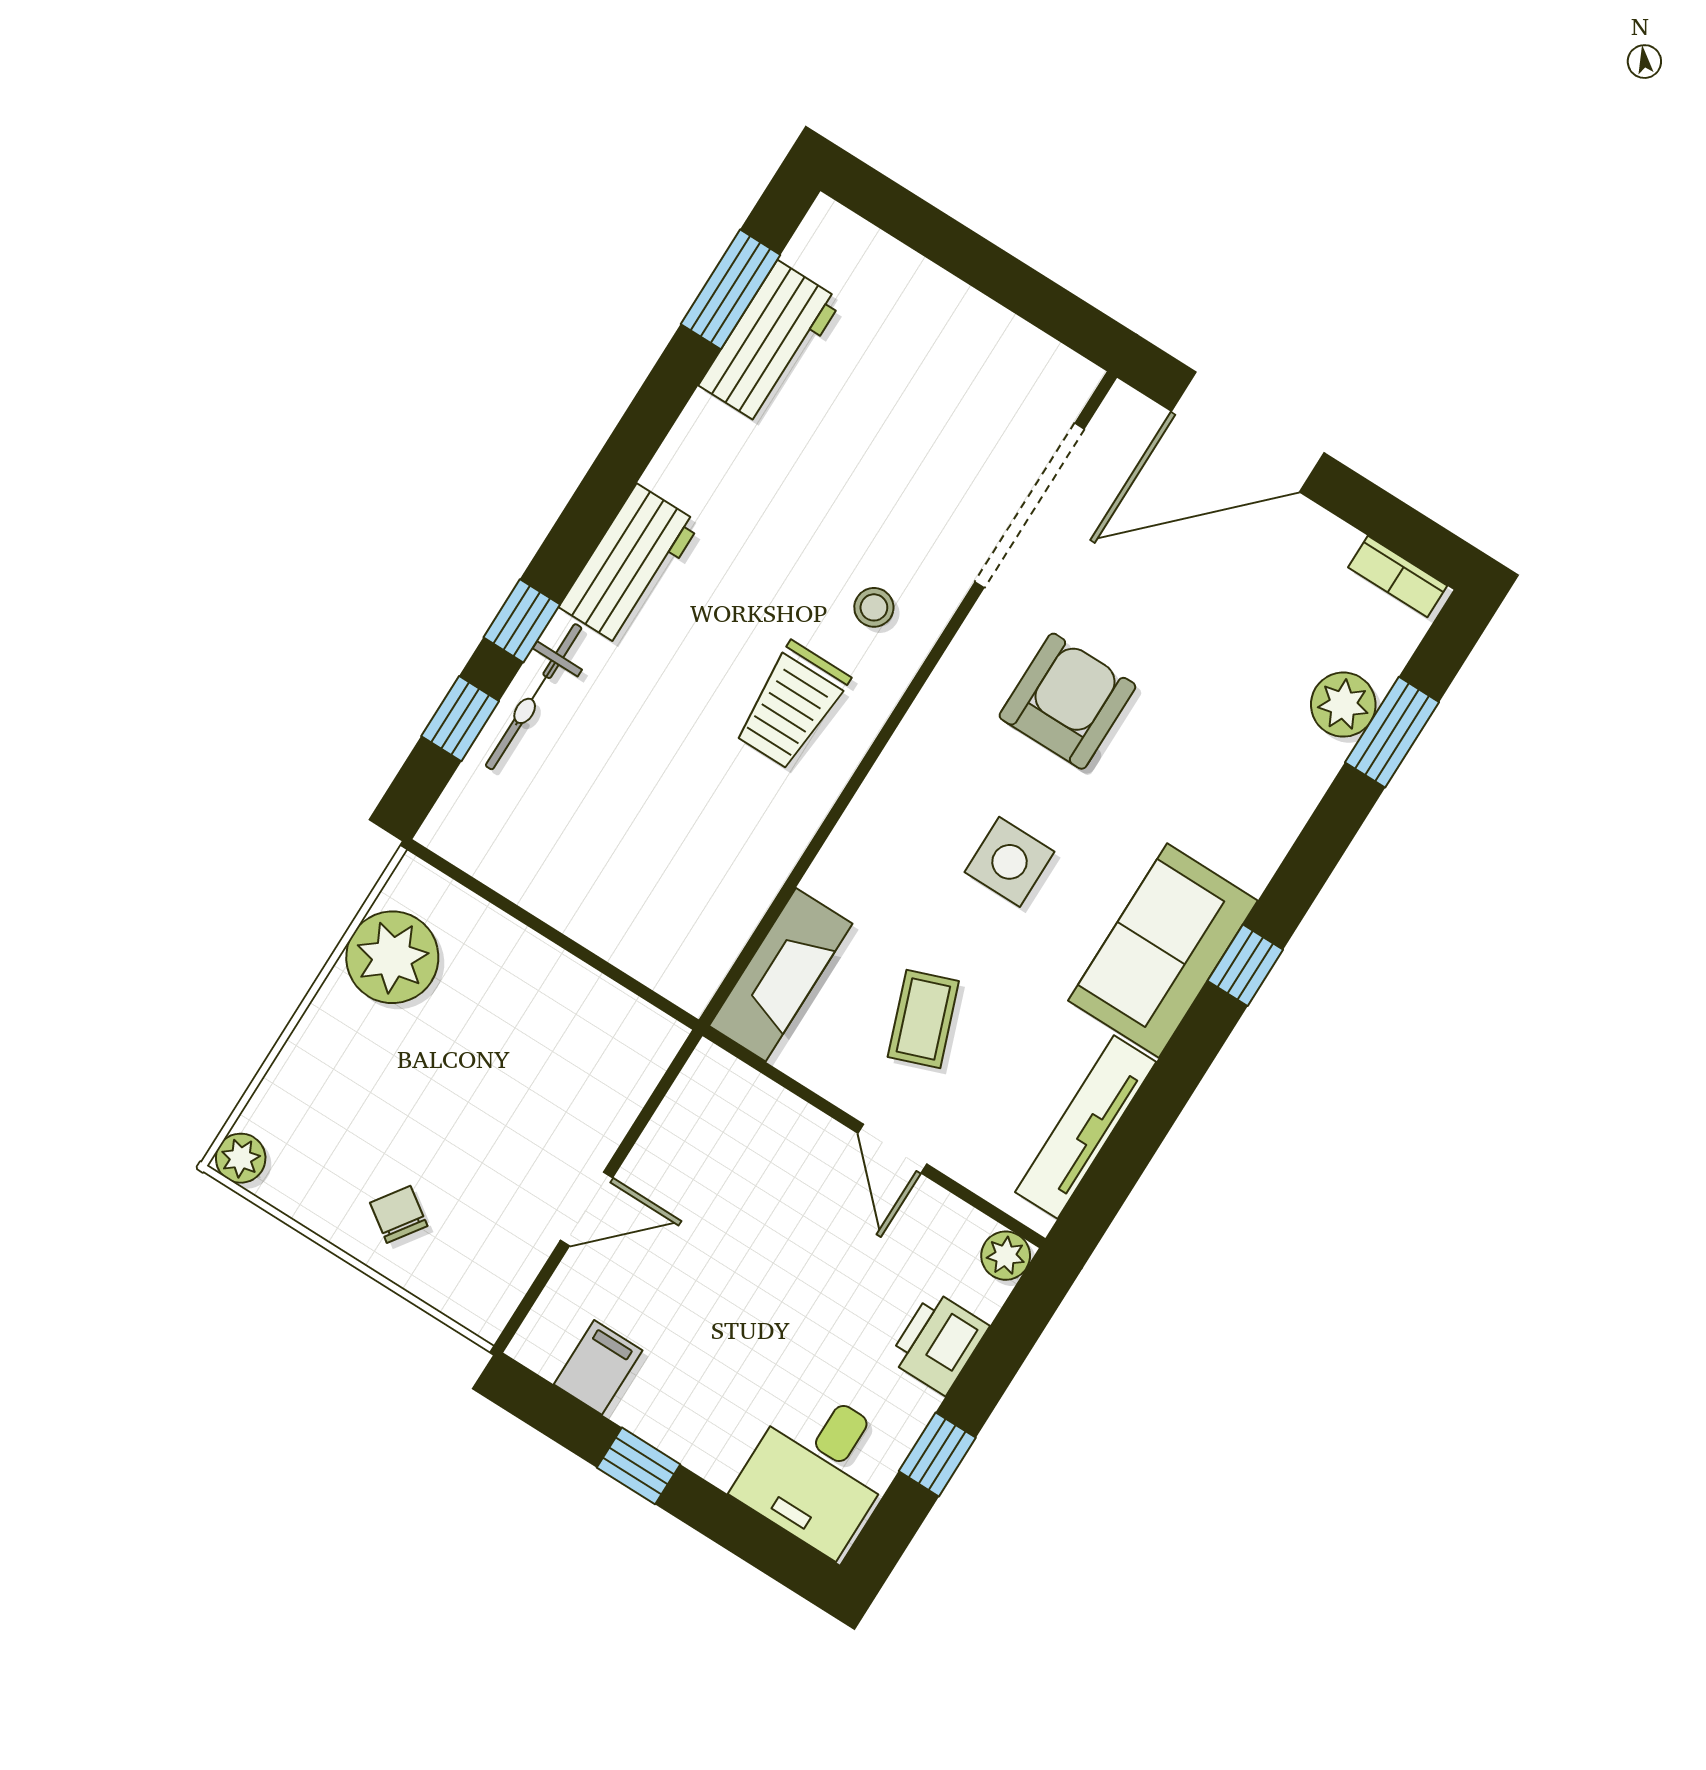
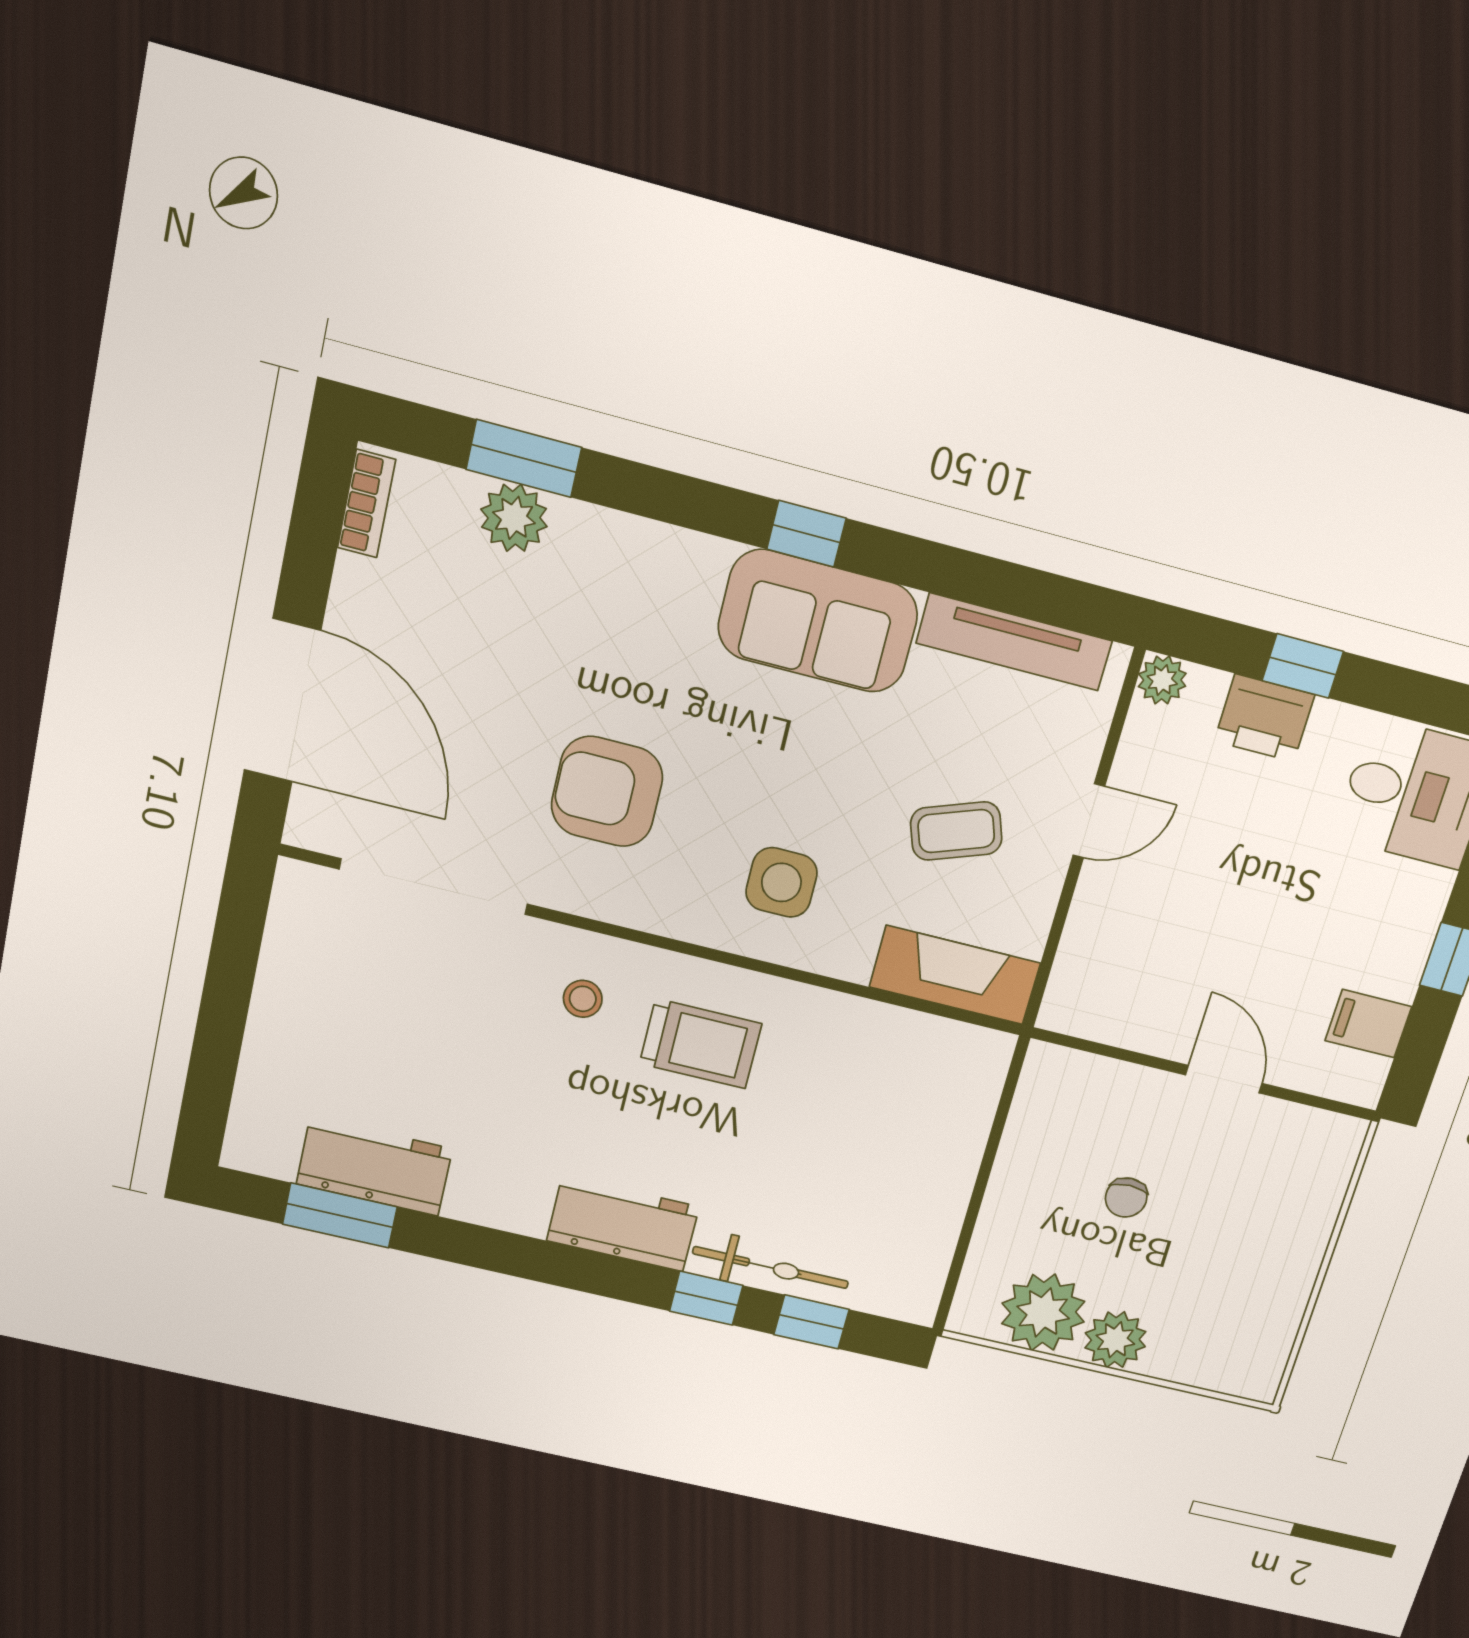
side table: (1009, 862) -> (781, 882), moved
plant: (241, 1158) -> (1115, 1340), moved, width x1.38, depth x1.38
chair: (399, 1214) -> (1126, 1198), moved, turned -35
window: (937, 1454) -> (1303, 666), moved

